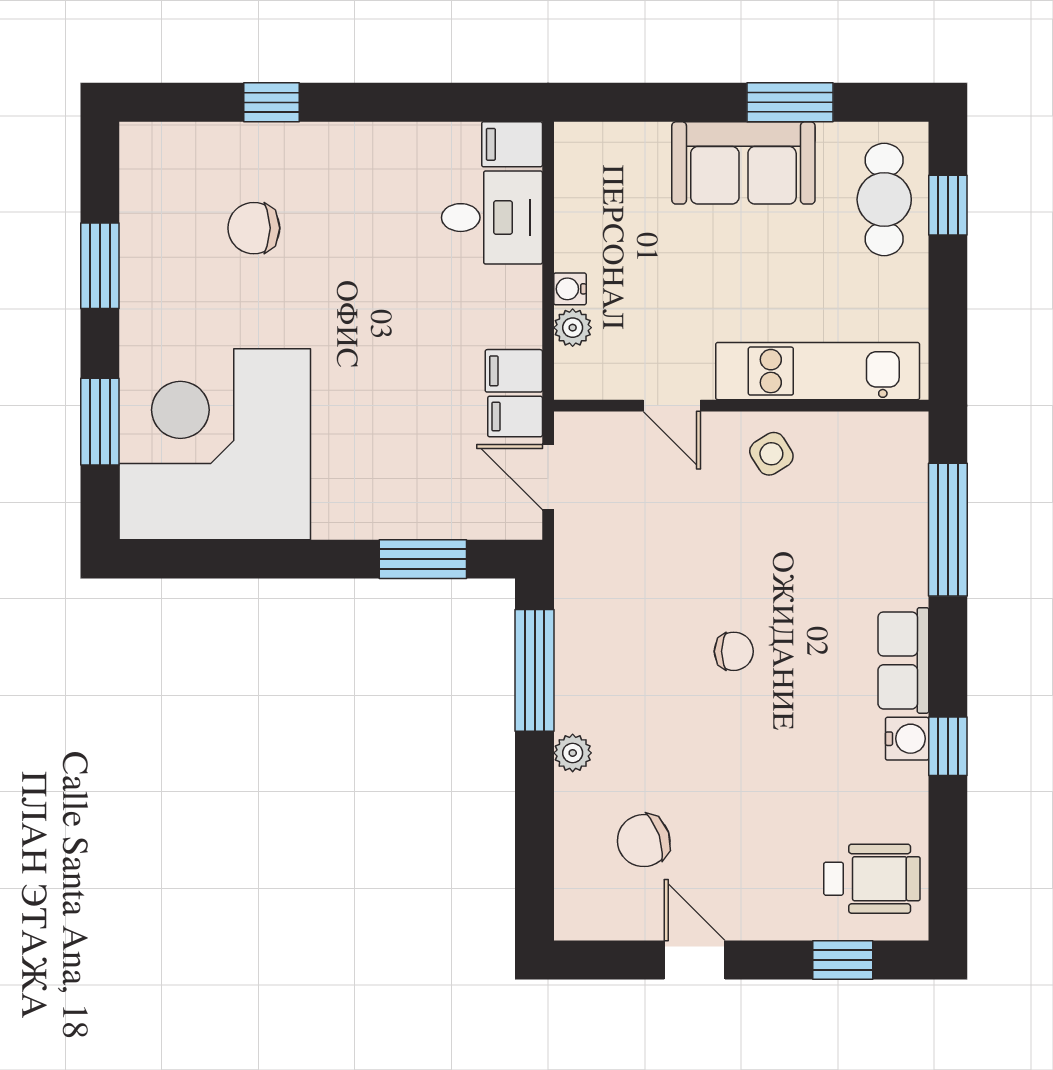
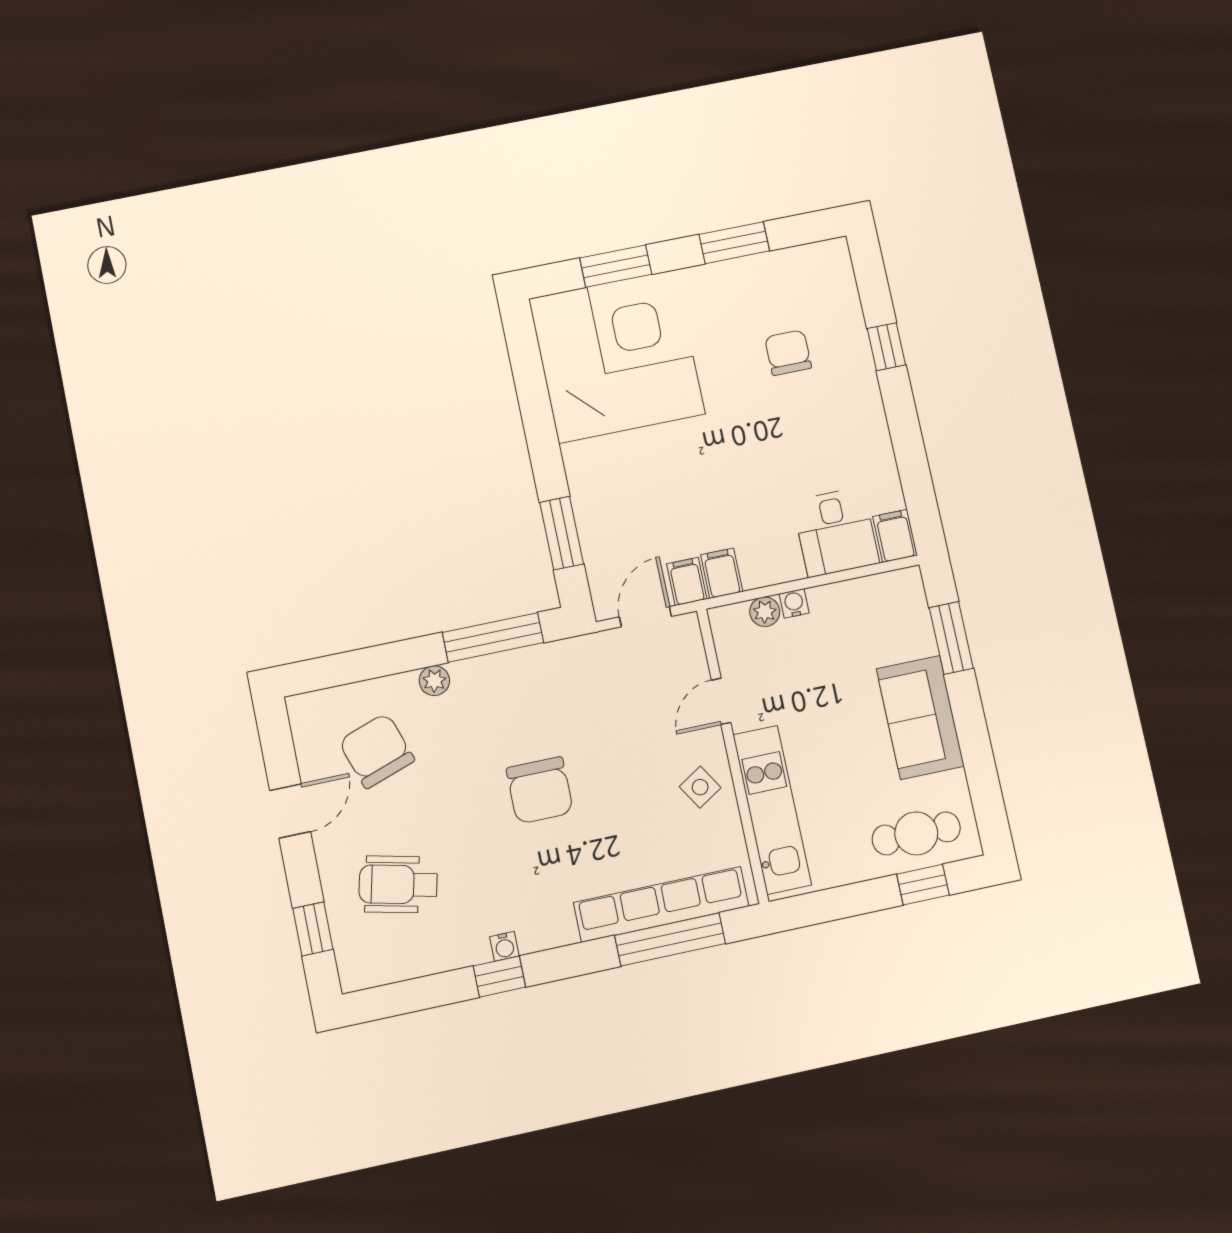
window: (790, 102) -> (951, 638), moved
chair: (734, 651) -> (540, 790), width x1.87, depth x1.87
row of seats: (903, 660) -> (661, 904), moved, width x2.02
water cooler: (907, 739) -> (504, 946), width x0.72, depth x0.72
chair: (644, 841) -> (377, 751), width x1.37, depth x1.37
wheelchair: (872, 879) -> (398, 884), moved, turned 103

